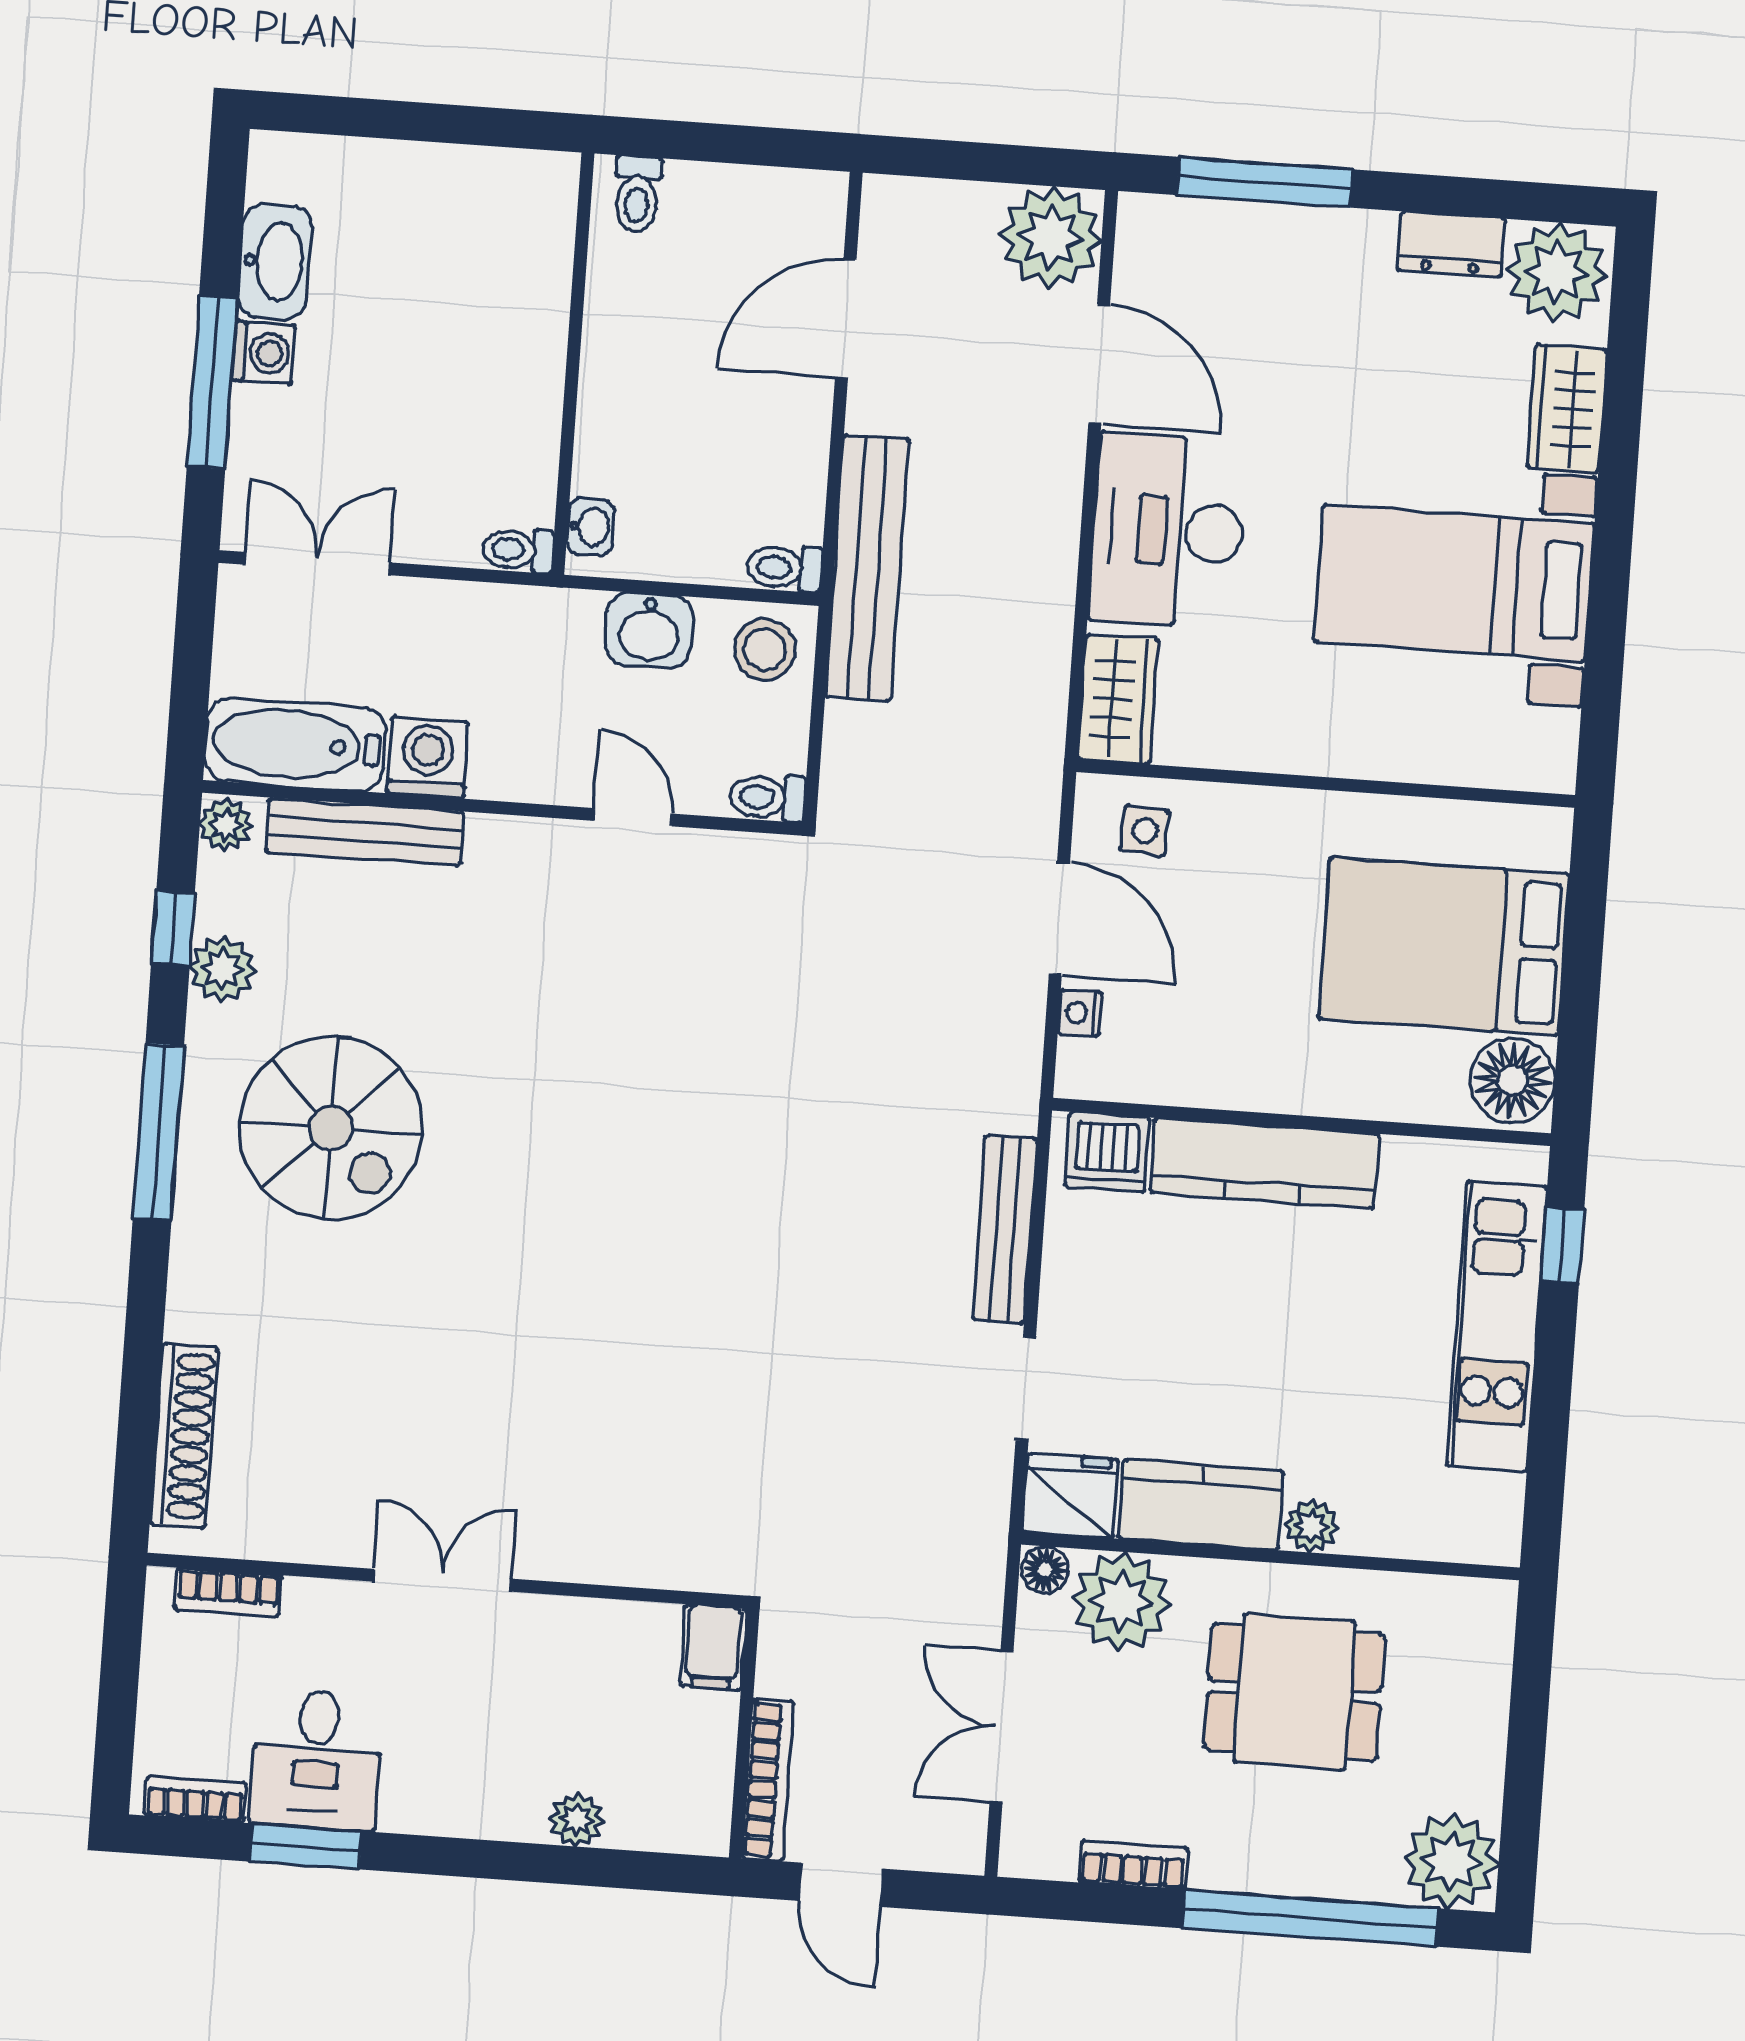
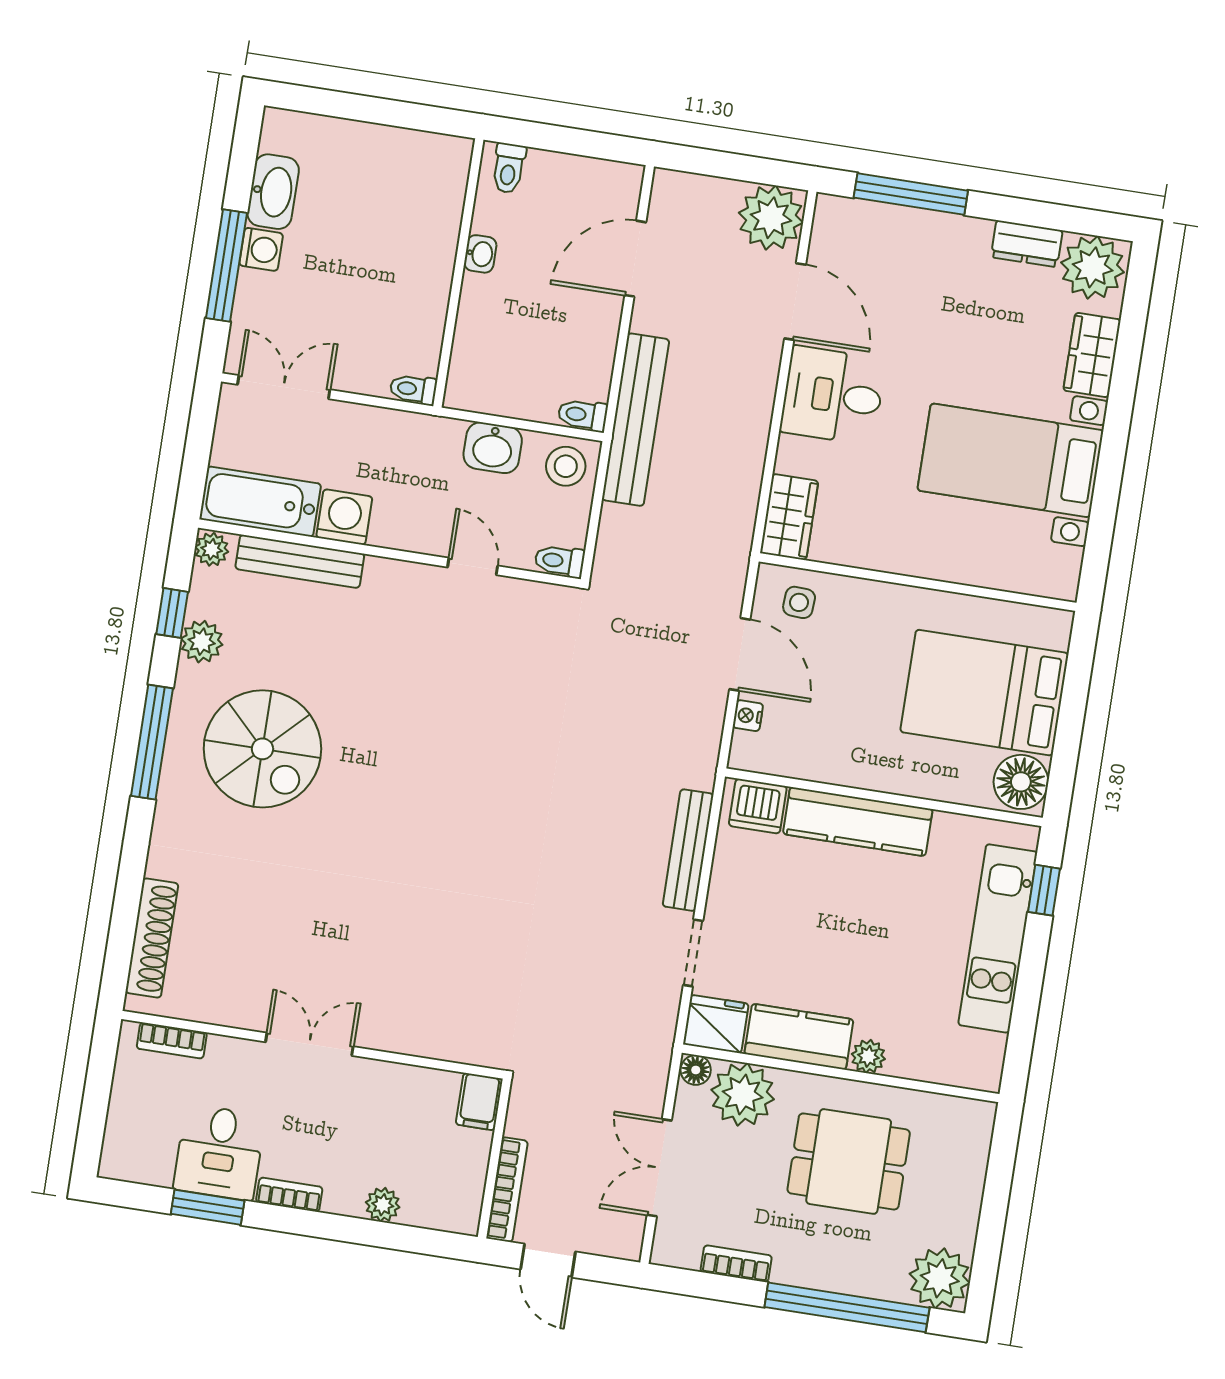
washbasin: (590, 527) -> (480, 254), moved
desk: (1168, 530) -> (833, 395), width x0.73
bookcase: (195, 1799) -> (289, 1195), moved

